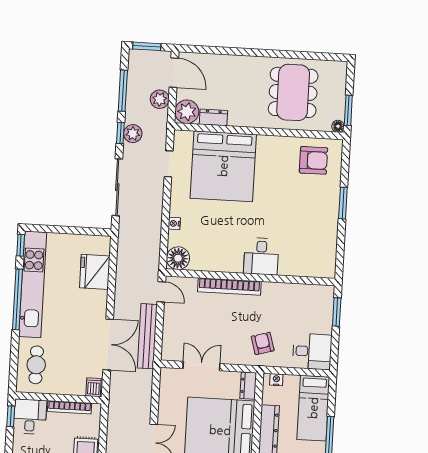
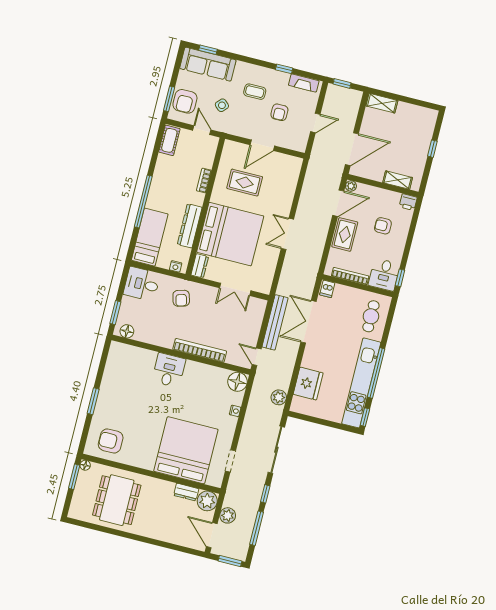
plant: (133, 134) -> (279, 397), moved
floor lamp: (319, 293) -> (127, 331), added

